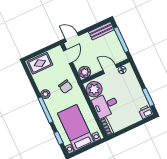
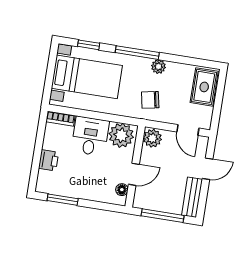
door: (72, 37) -> (207, 169), moved
printer: (146, 112) -> (49, 160), moved

